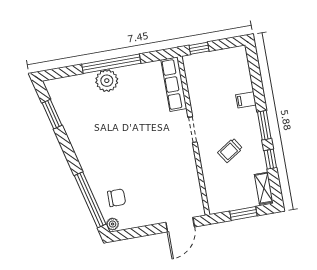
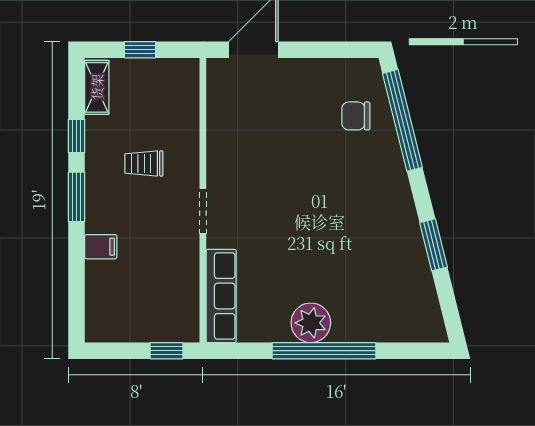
plant: (107, 81) -> (311, 323), moved
window: (52, 114) -> (433, 245), moved
trolley: (230, 150) -> (144, 163), turned -147
window: (243, 213) -> (140, 50), width x0.67
plant: (113, 224) -> (371, 71), removed

